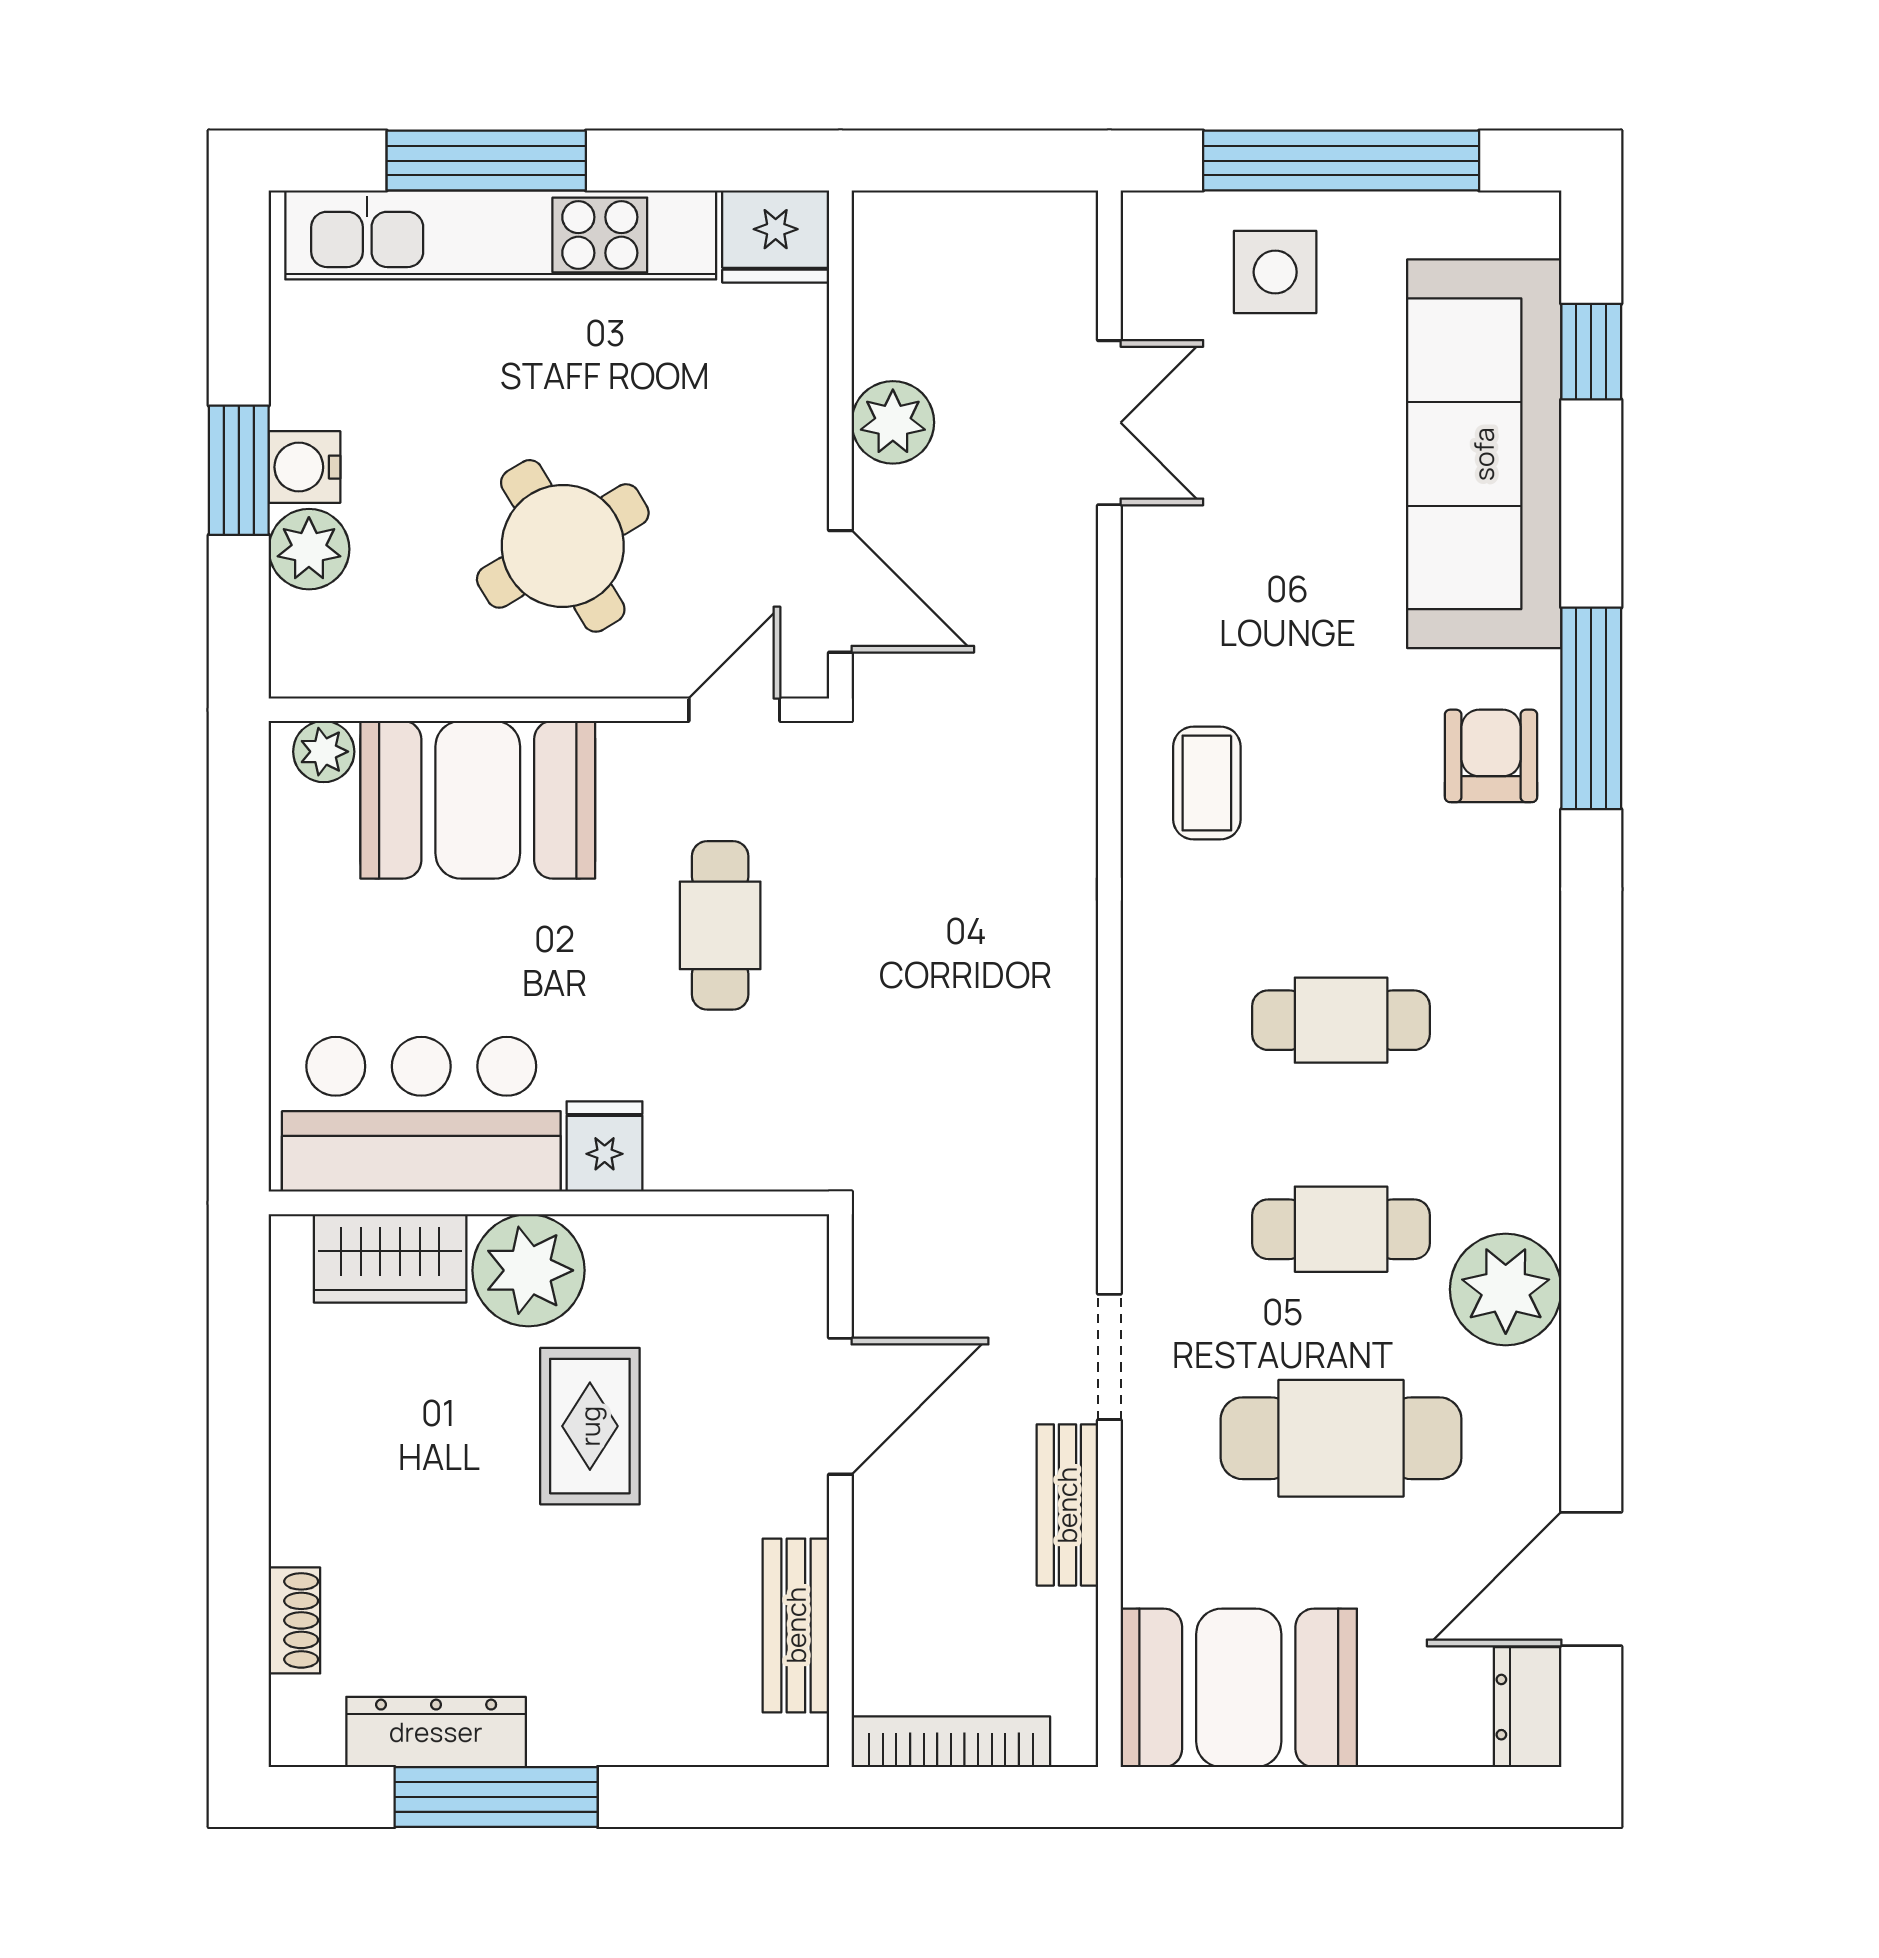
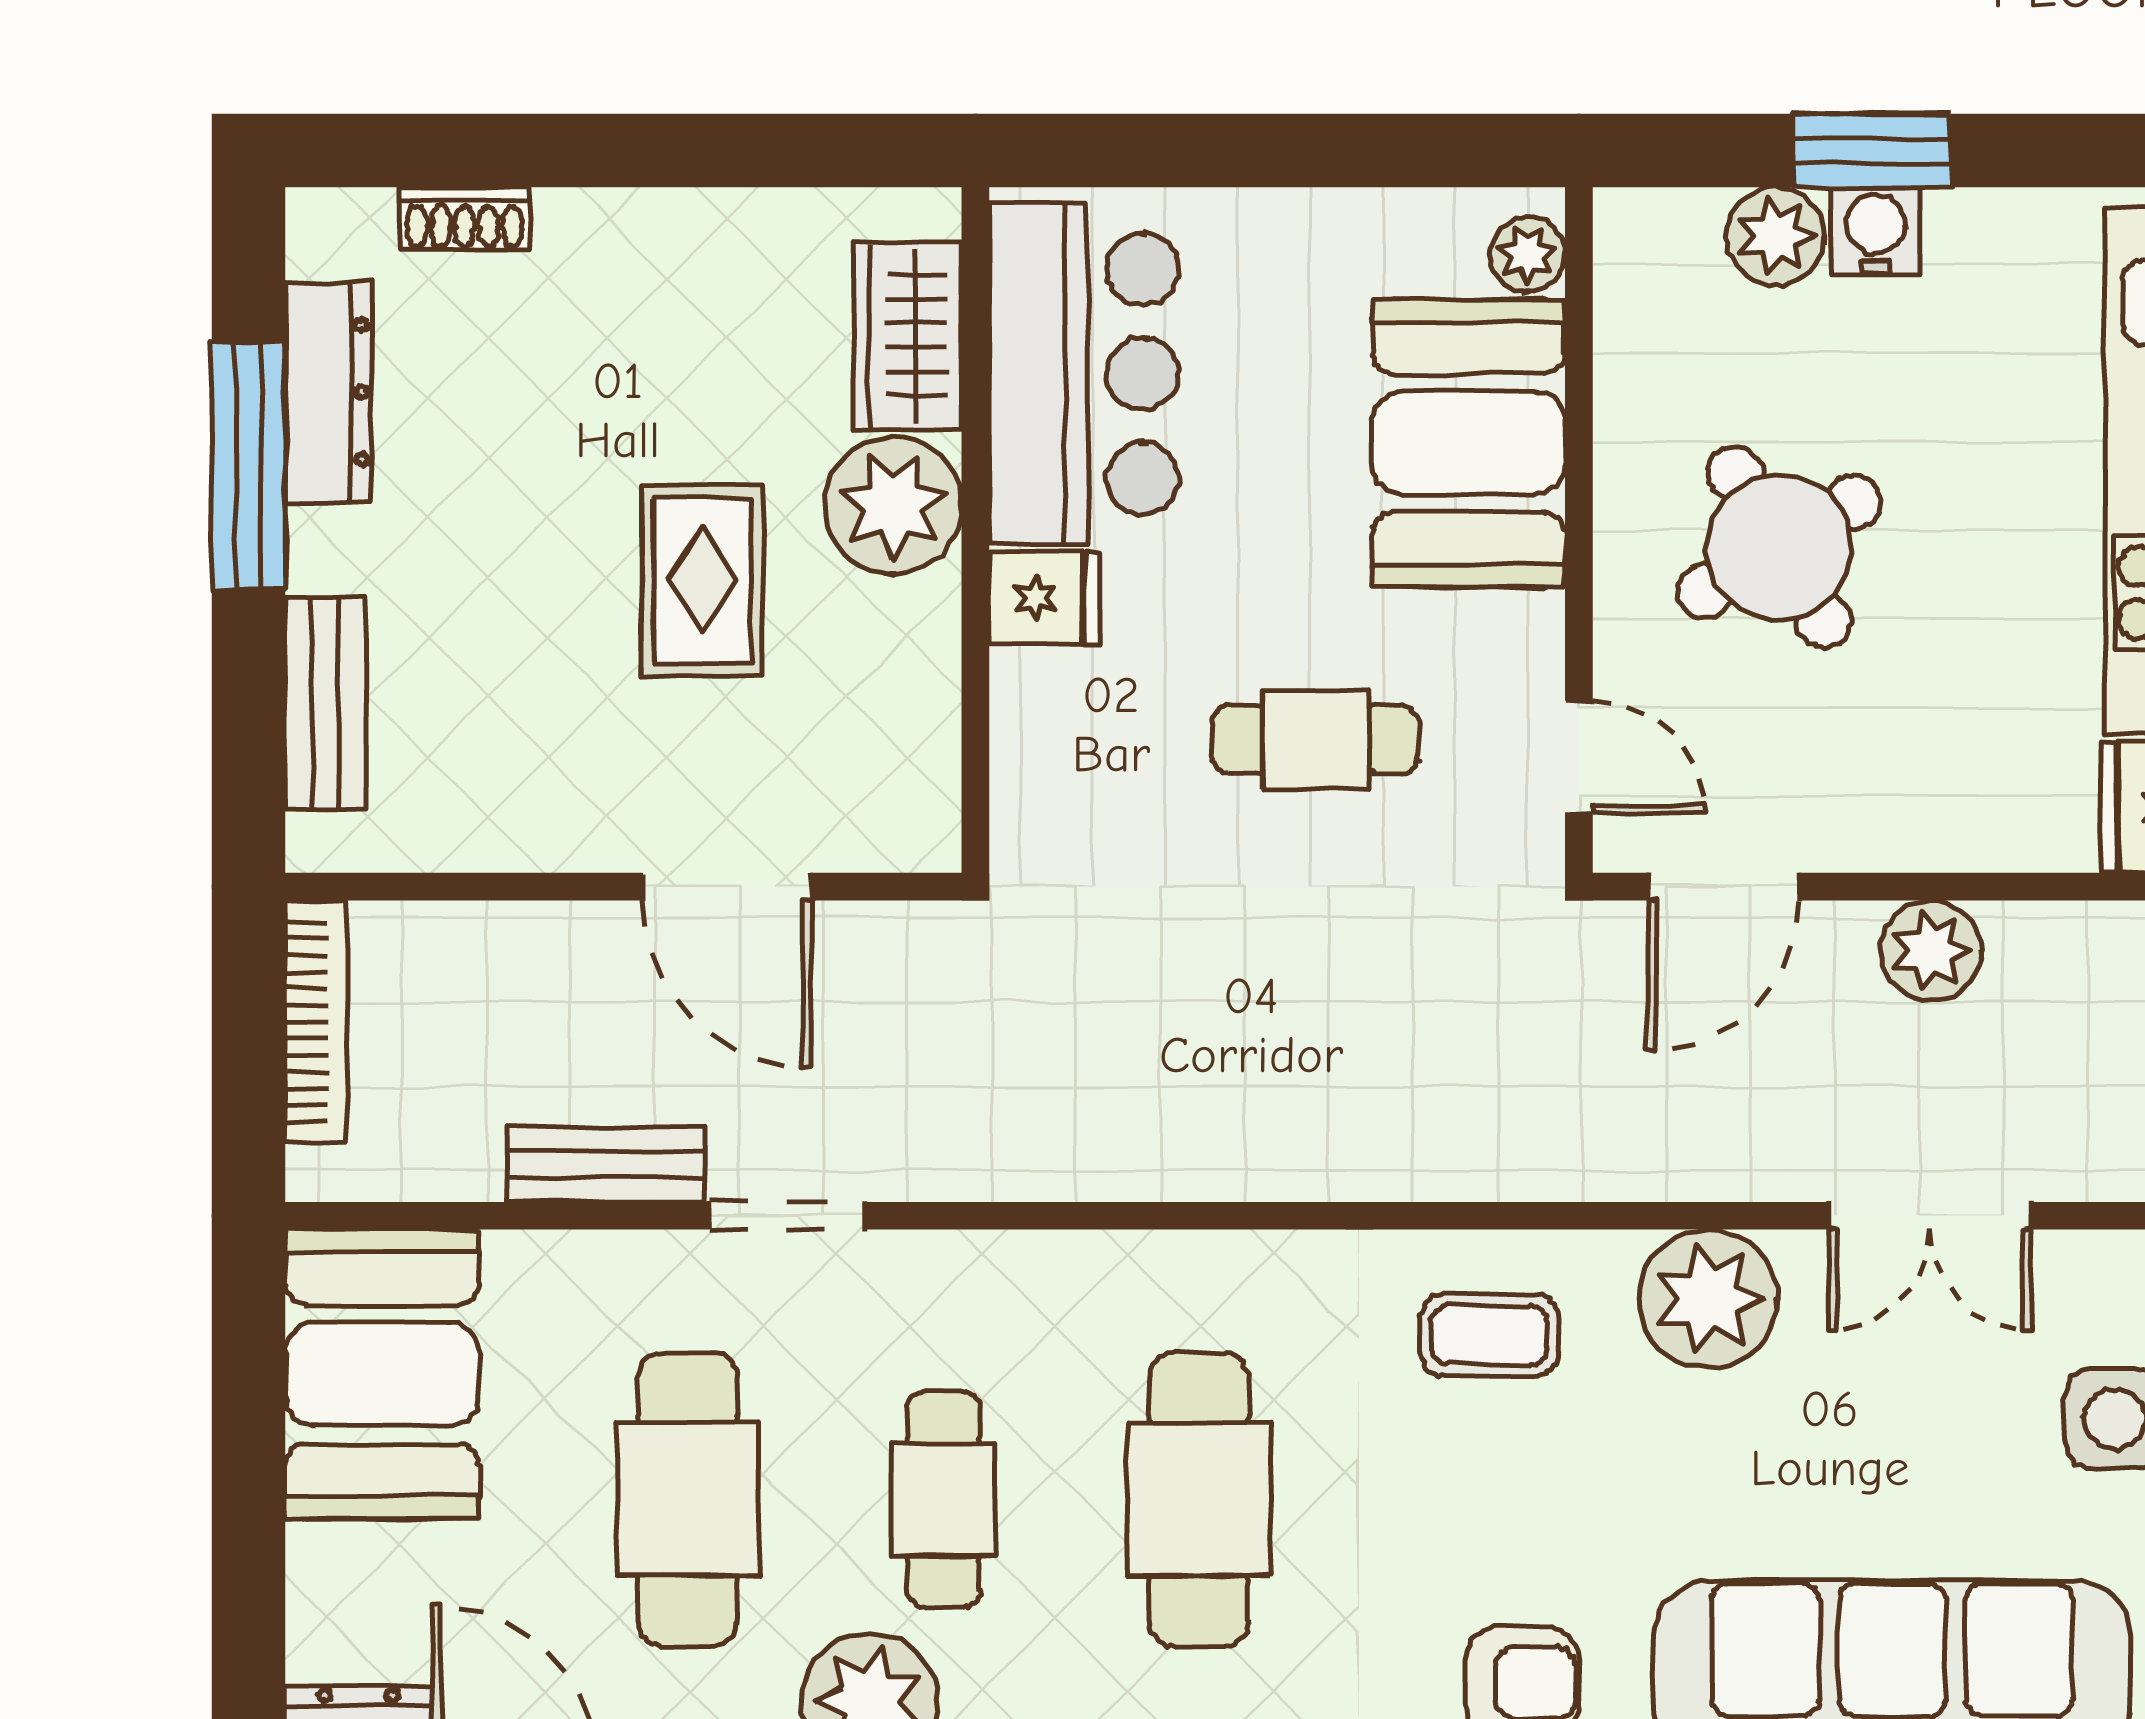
plant: (1177, 604) -> (1708, 1299), added
cafe table: (1341, 1020) -> (1199, 1499), width x1.37, depth x1.35
rug: (590, 1426) -> (702, 580), turned 90
bench: (796, 1625) -> (326, 704), moved, turned 90

